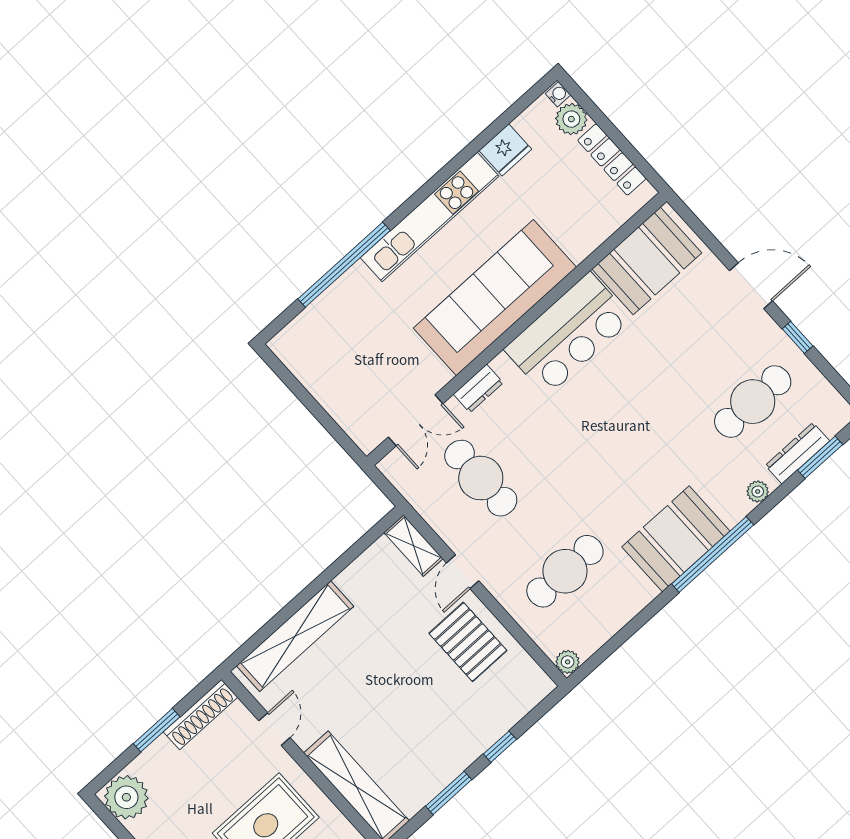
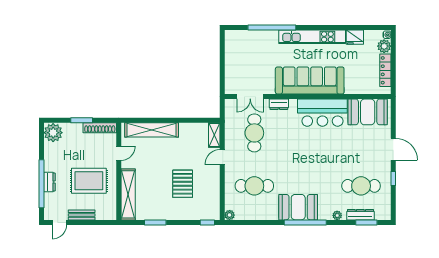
pallet: (468, 642) -> (183, 184), moved
window: (500, 747) -> (207, 222), moved

